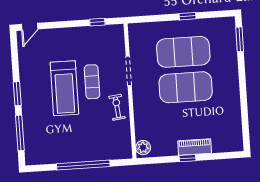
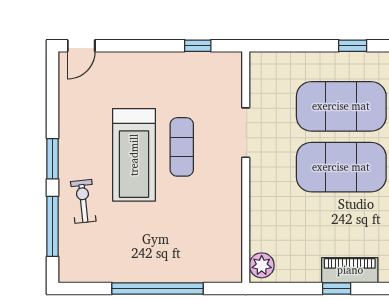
exercise bike: (117, 107) -> (83, 201), moved

